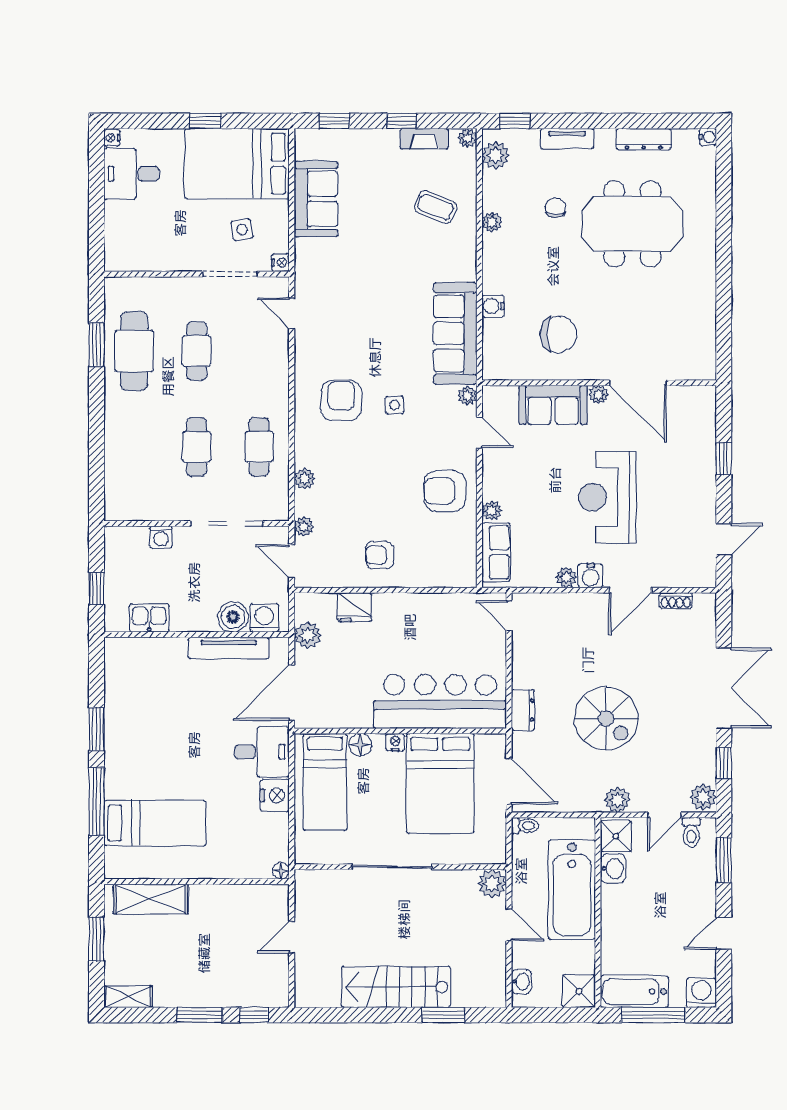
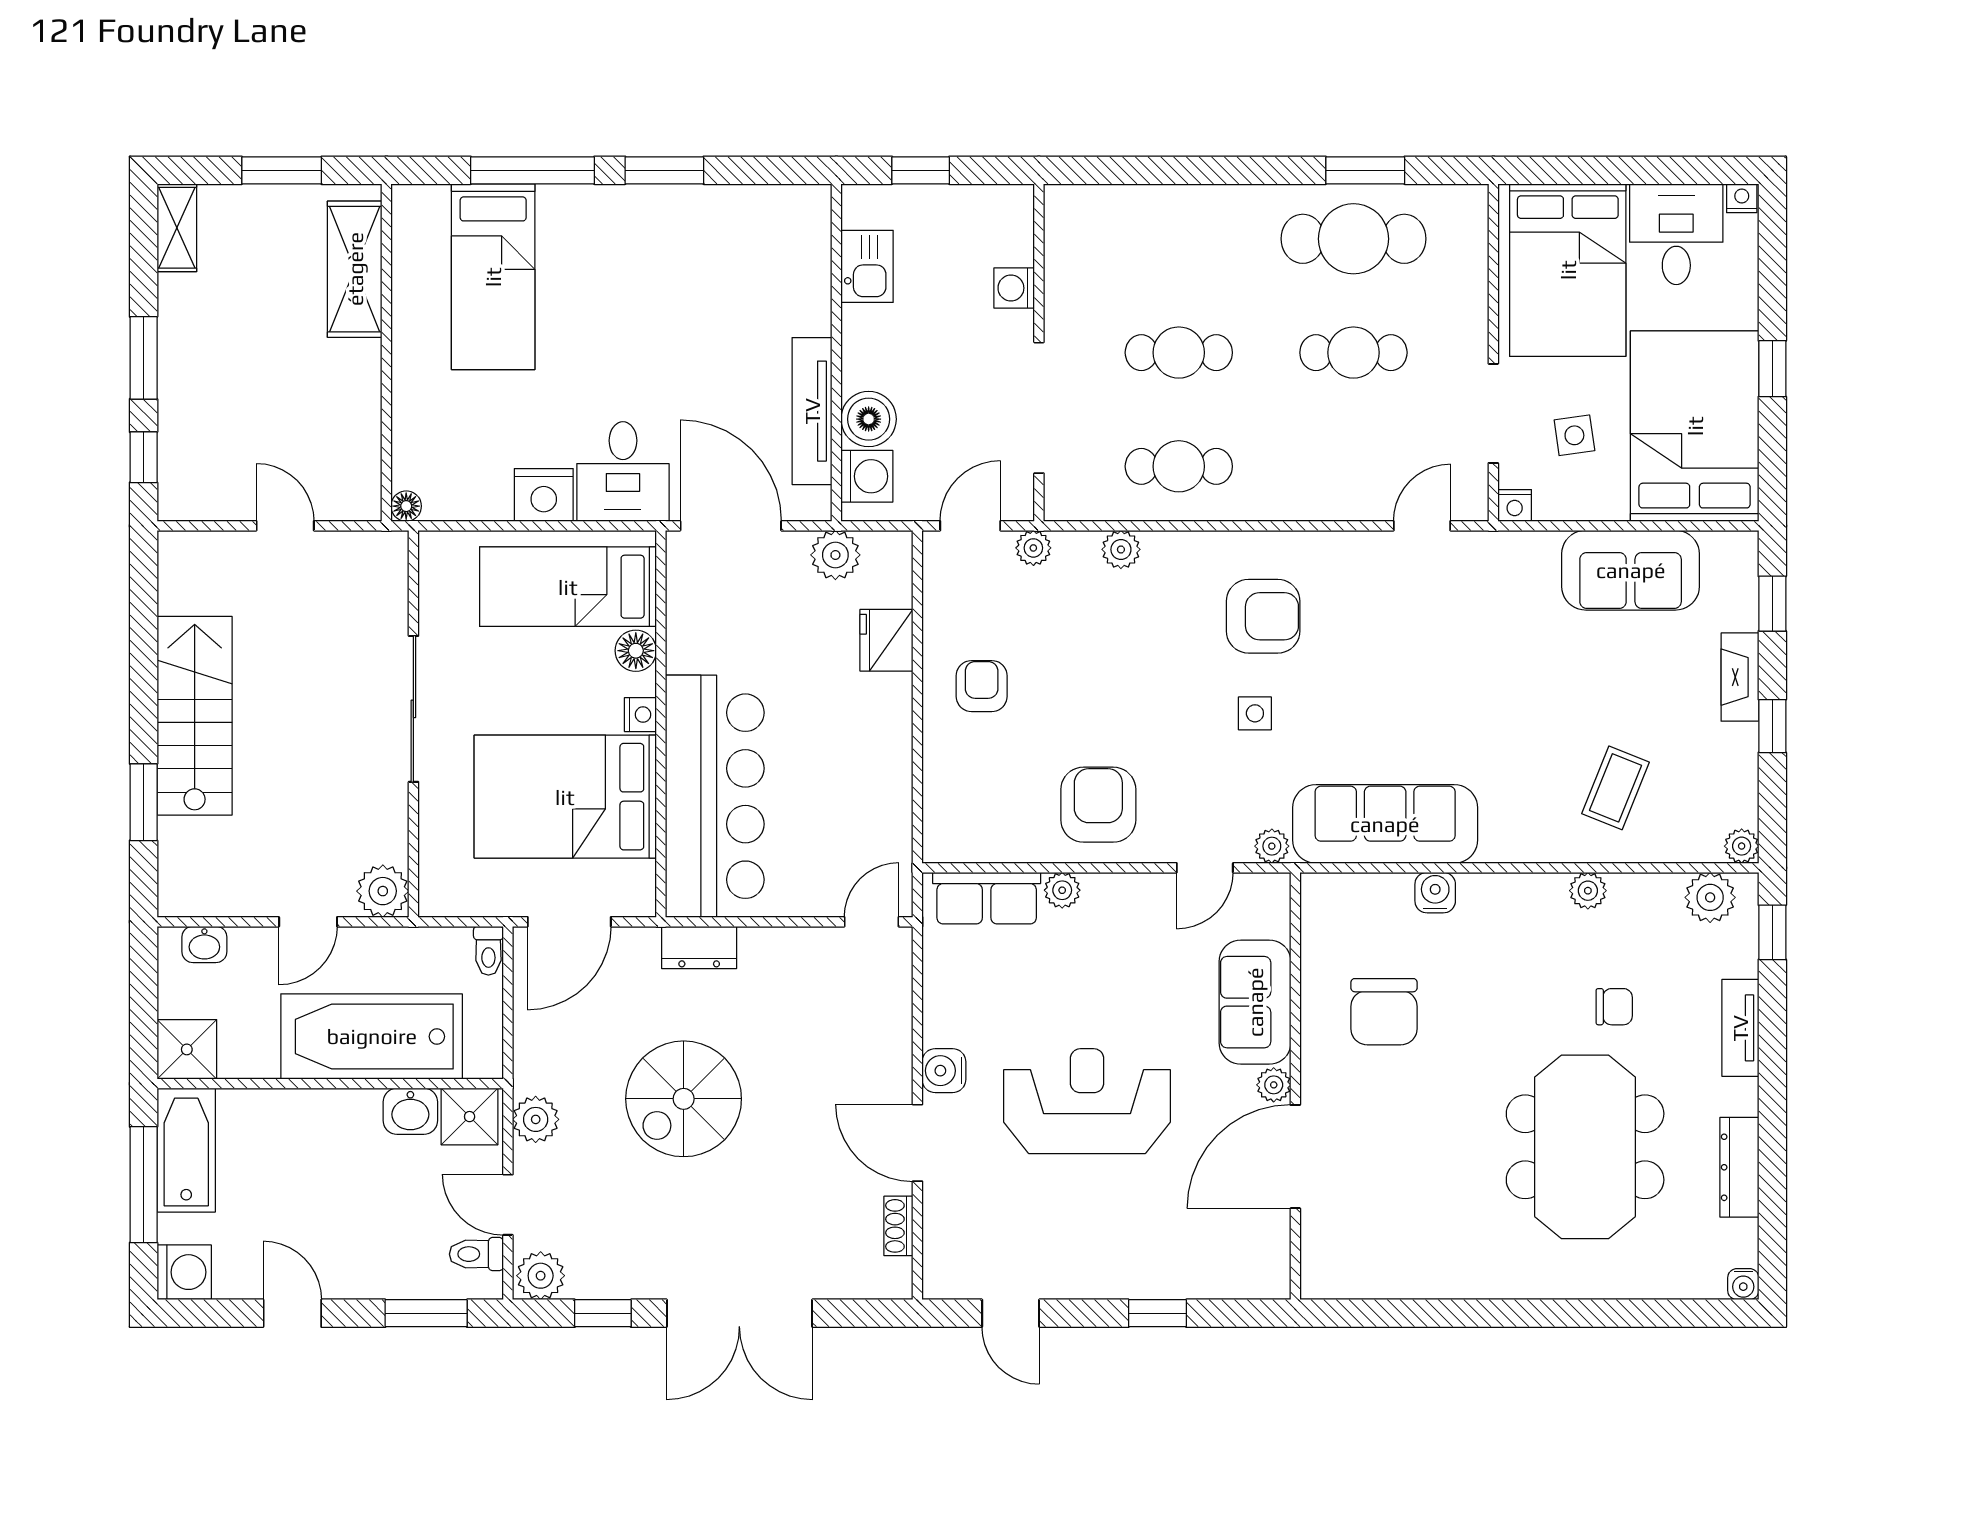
fireplace: (424, 139) -> (1740, 677), moved
bed: (151, 233) -> (1568, 270), added
plant: (566, 577) -> (941, 1026), removed

